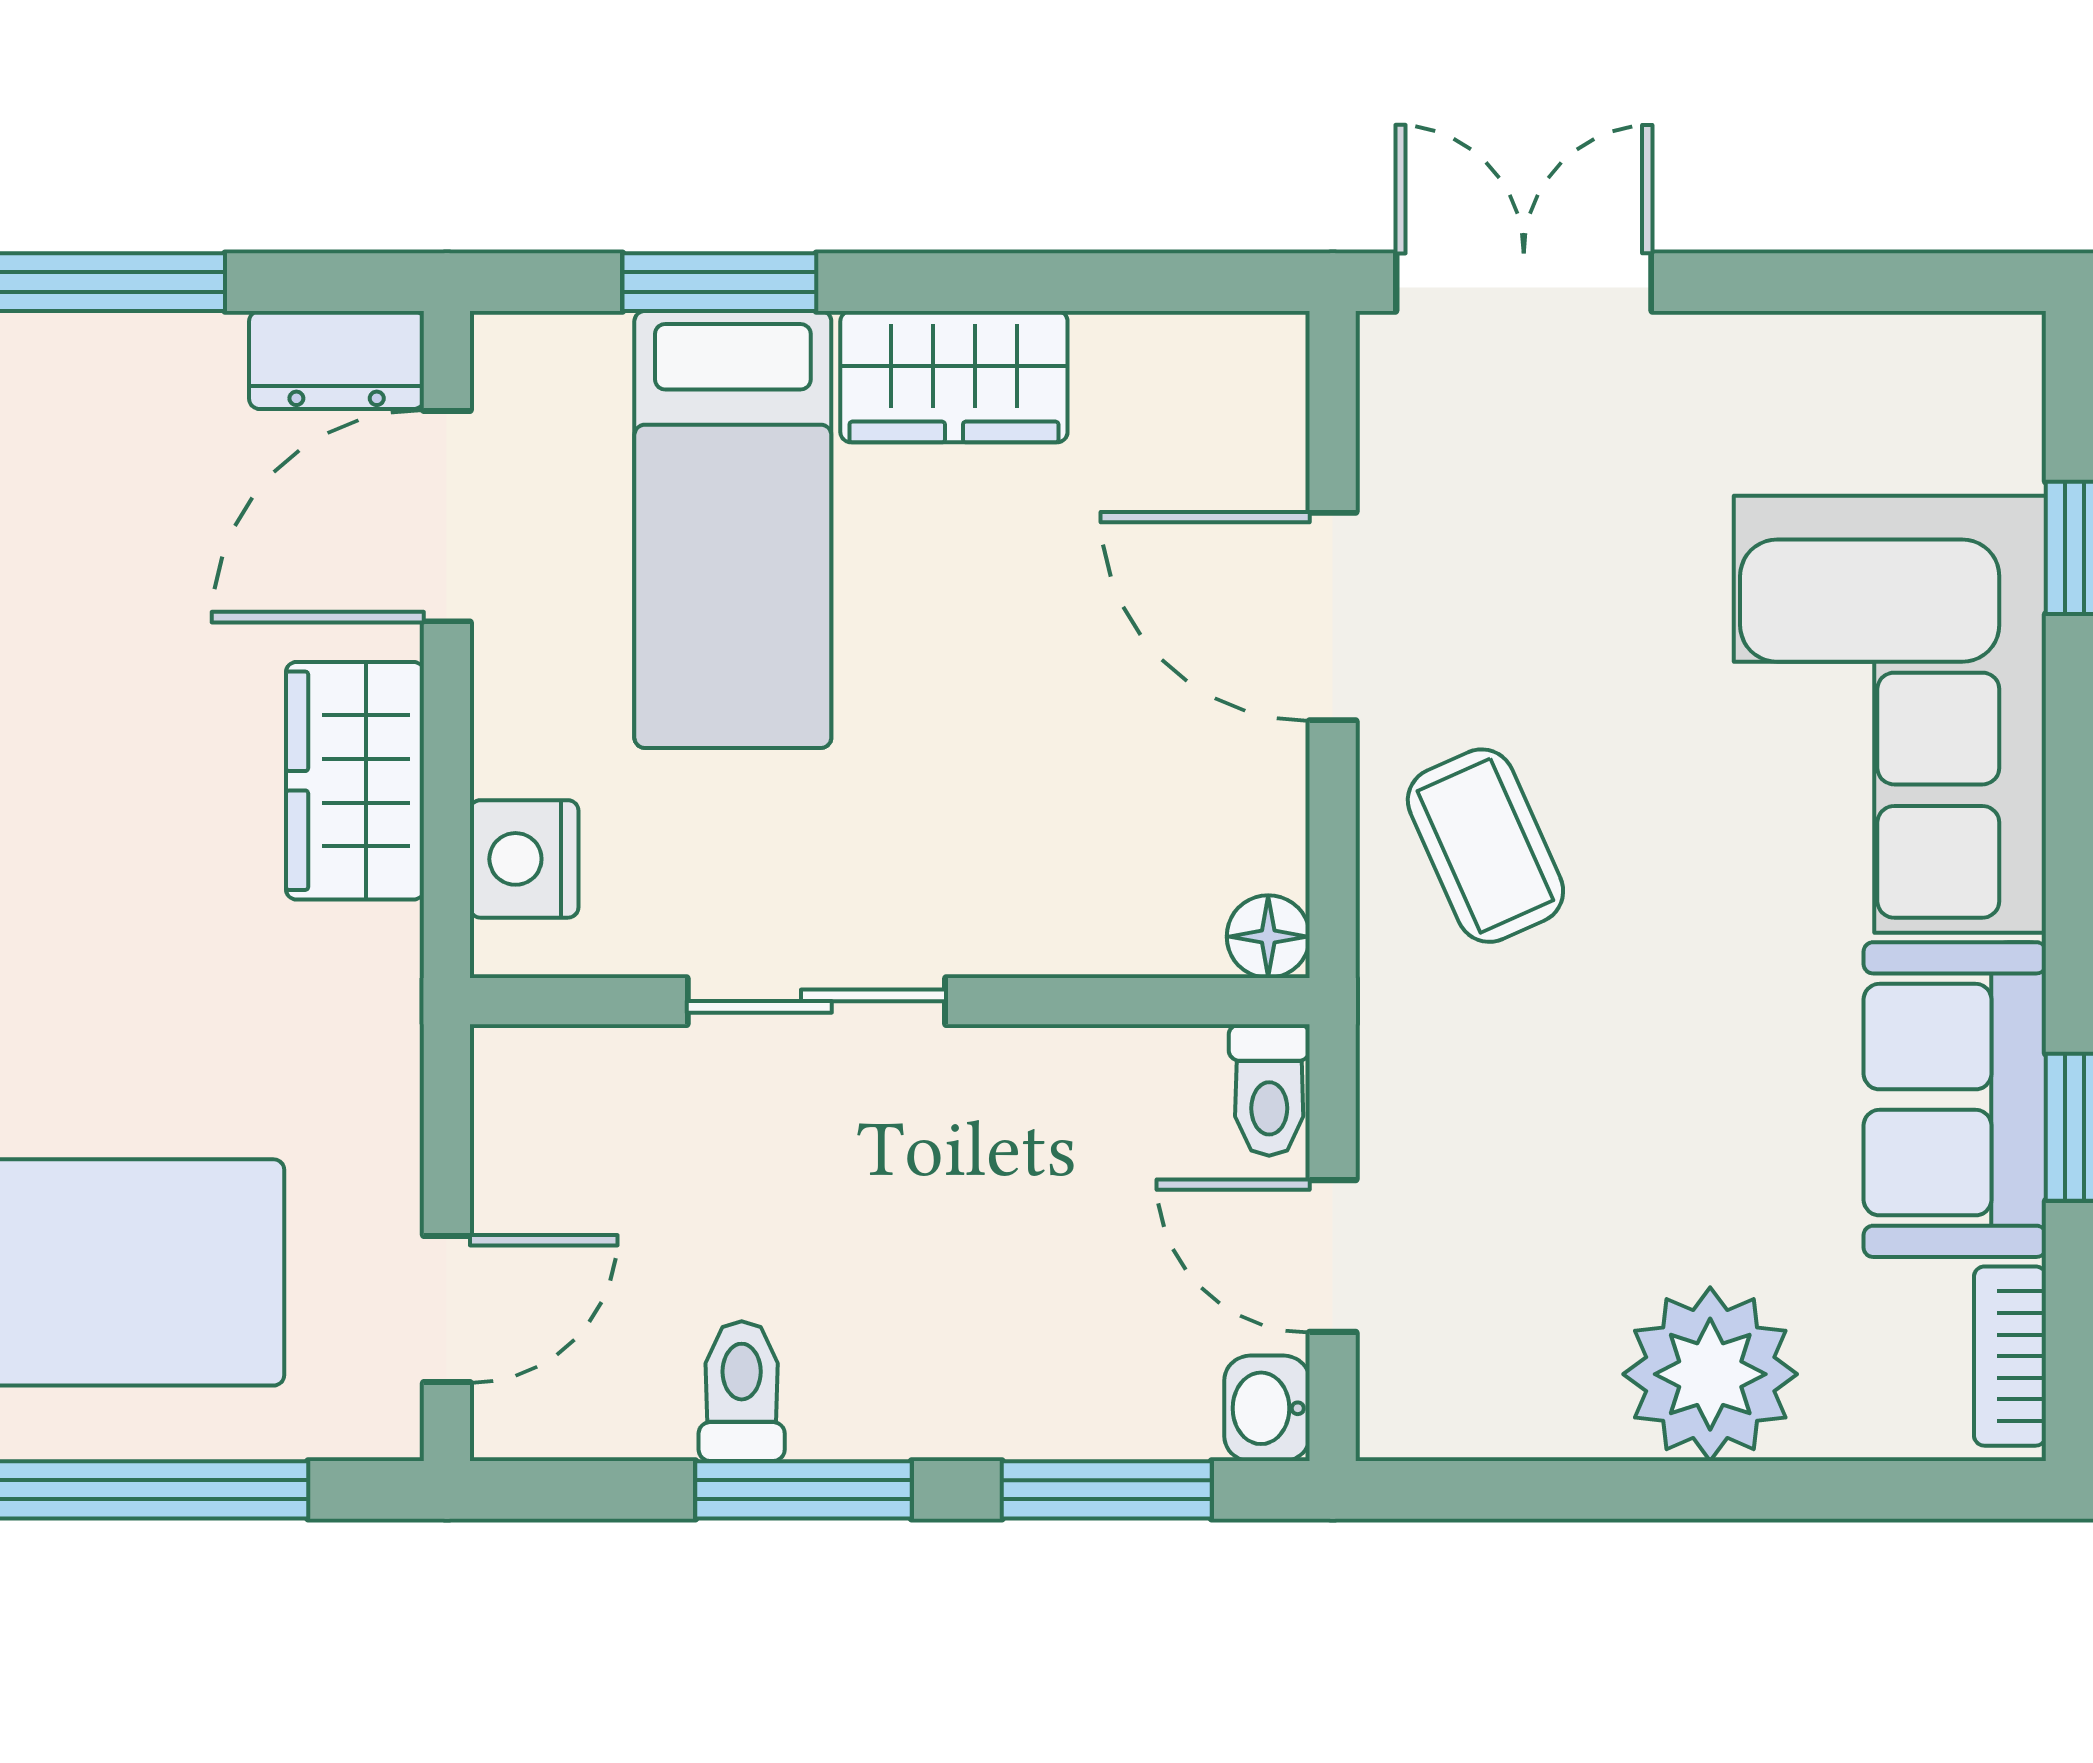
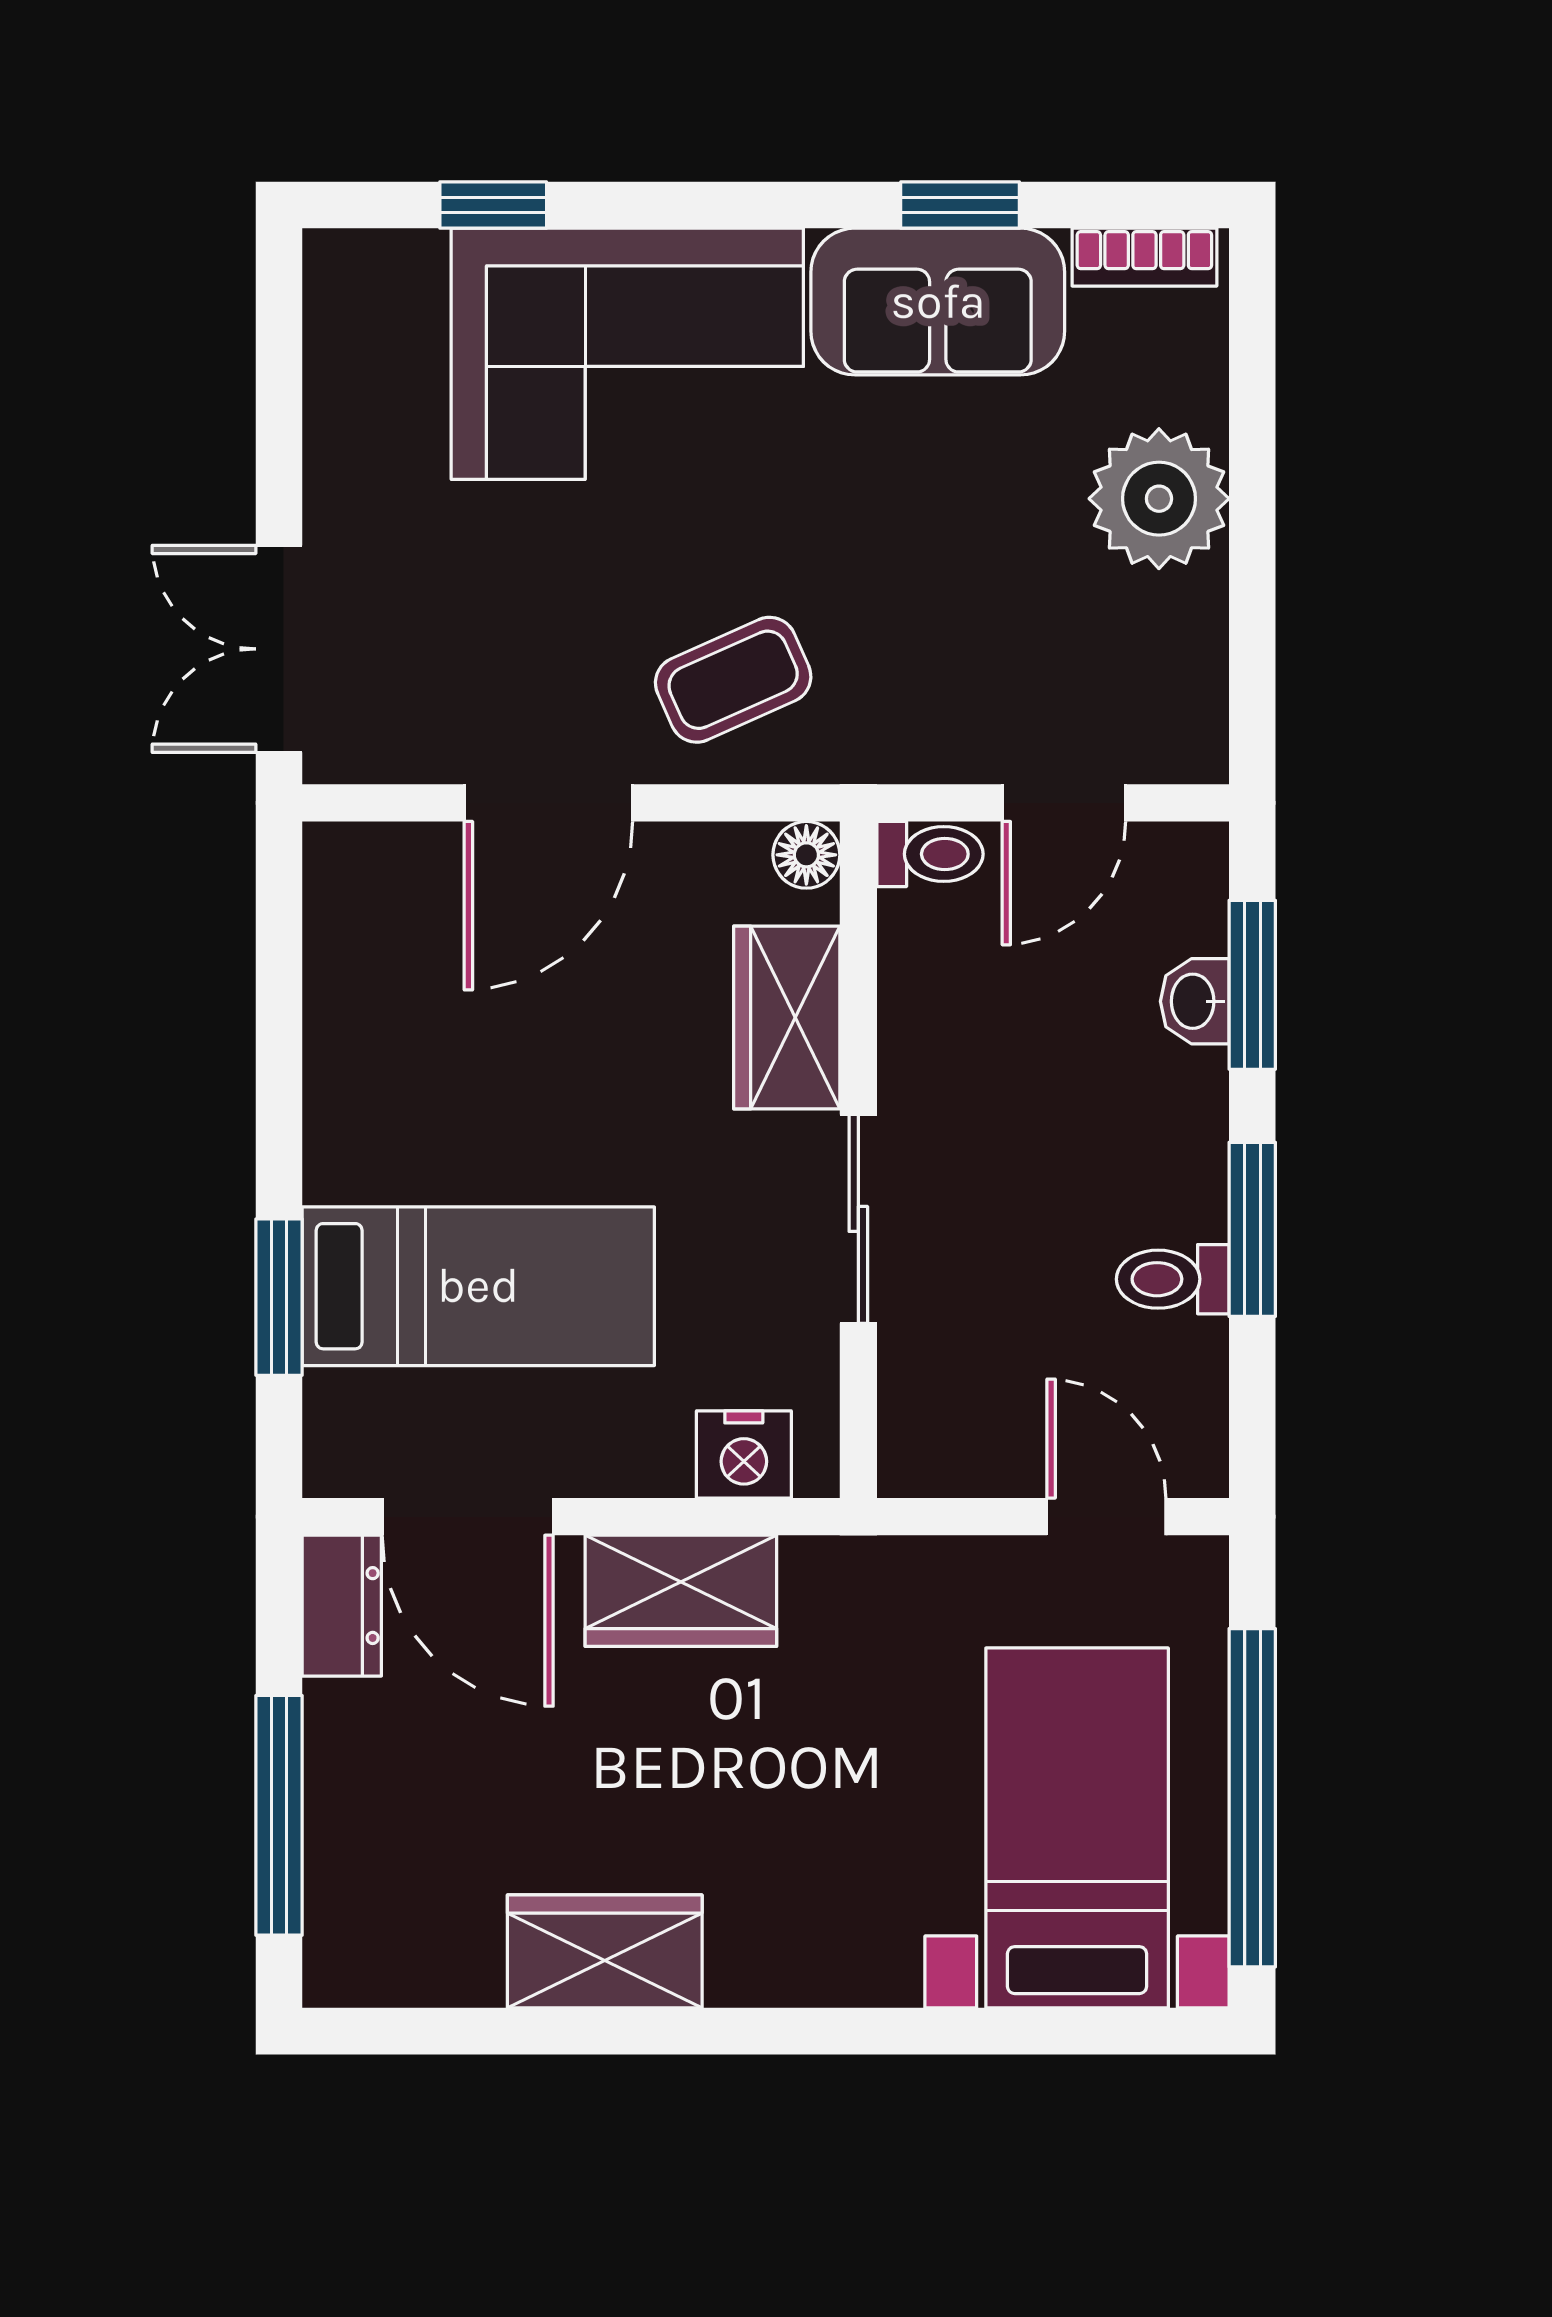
wardrobe: (954, 377) -> (787, 1018), moved, turned 180
washbasin: (1267, 1408) -> (1195, 1001), moved, turned 90

